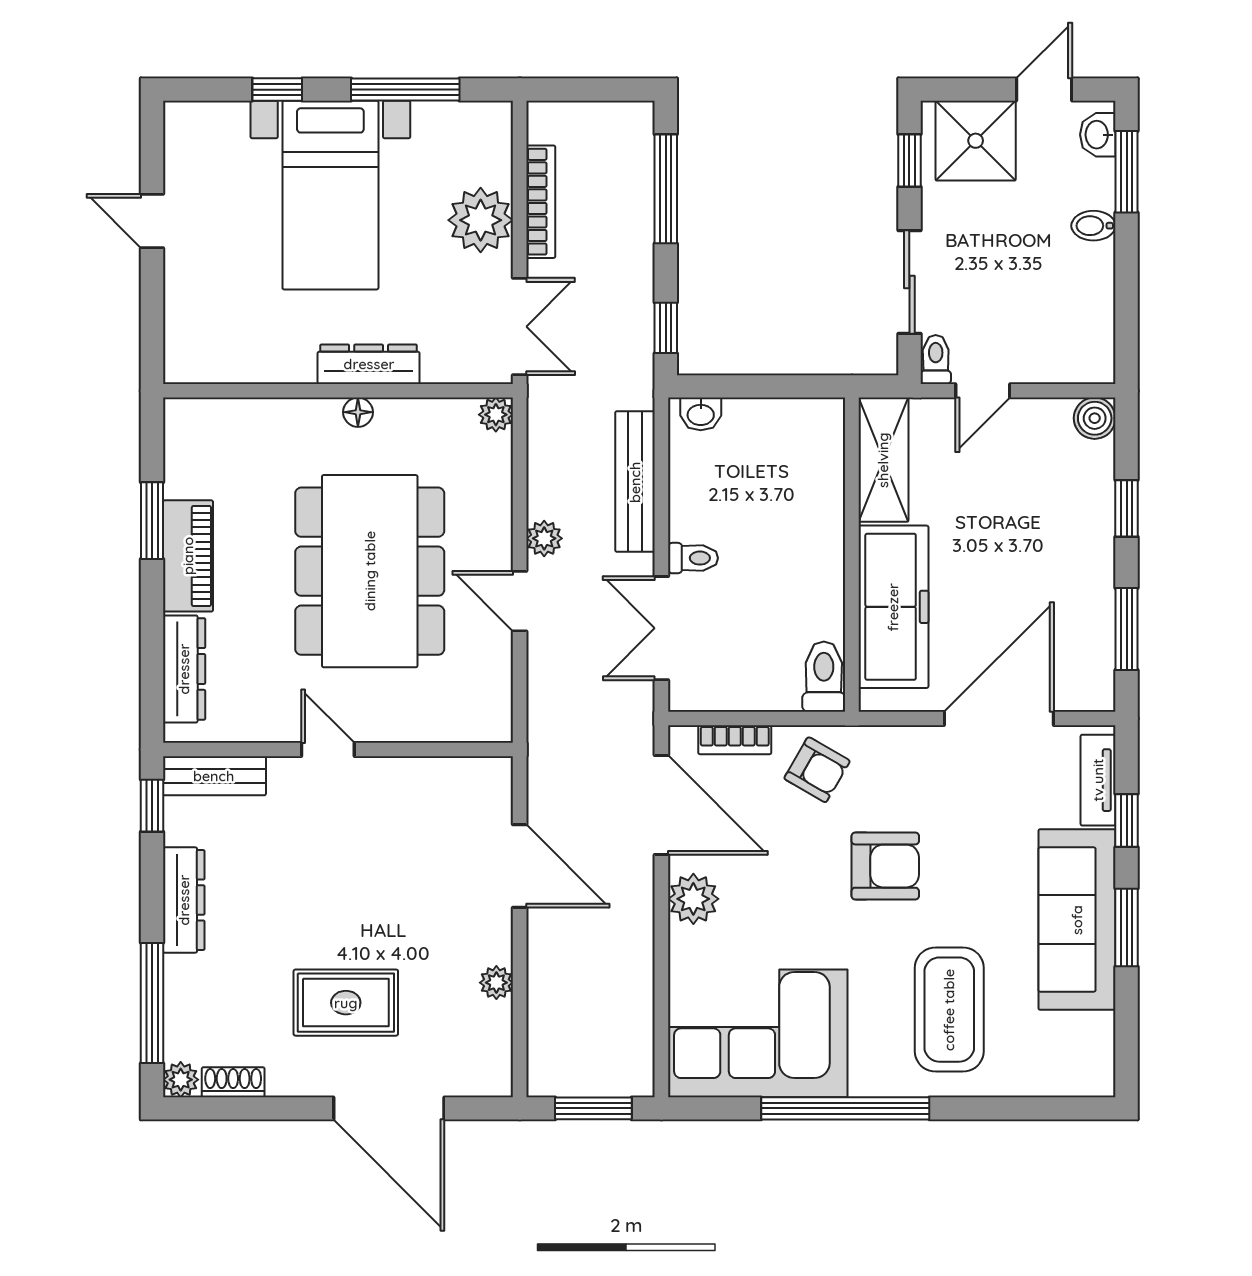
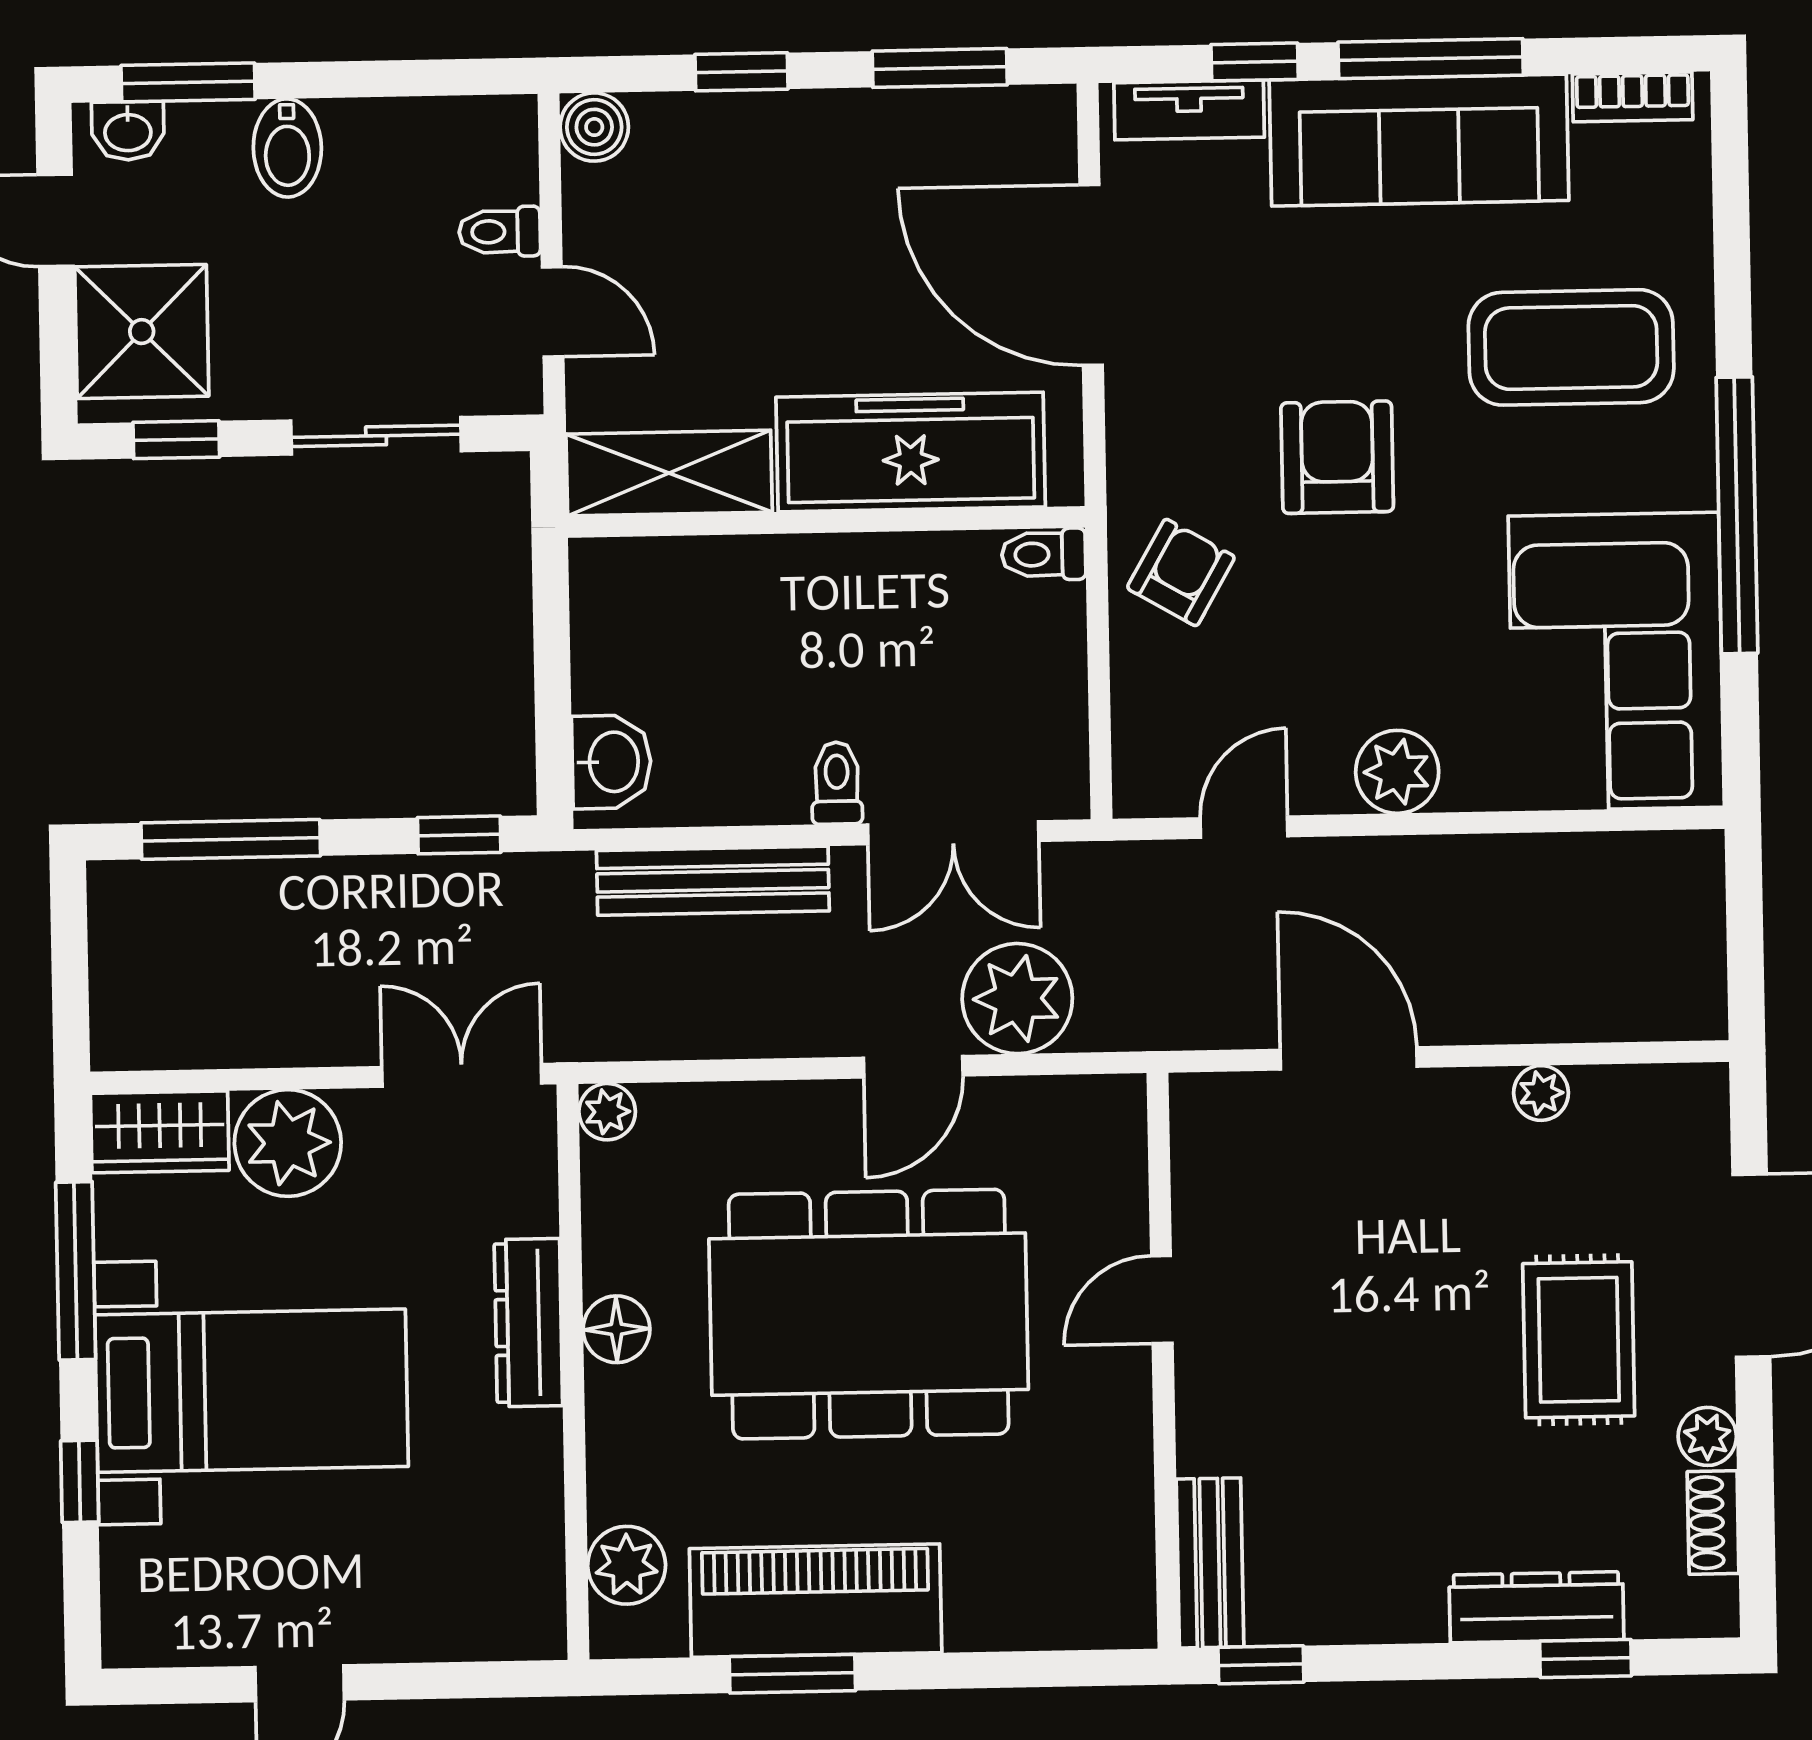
wardrobe: (489, 142) -> (160, 1132), added
bookcase: (541, 202) -> (256, 1045), removed
bidet: (1093, 226) -> (287, 148), width x1.38, depth x1.36
toilet: (936, 359) -> (500, 232), moved
floor lamp: (358, 412) -> (616, 1329), width x1.37, depth x1.37
washbasin: (701, 414) -> (611, 762), width x1.38, depth x1.45
plant: (220, 421) -> (627, 1565), added
plant: (544, 538) -> (1017, 999), moved, width x1.88, depth x1.88
piano: (188, 556) -> (816, 1601), width x1.37, depth x1.33
dresser: (184, 669) -> (1035, 1616), removed
toilet: (824, 677) -> (1044, 554), width x0.73, depth x0.72
bookcase: (735, 740) -> (1633, 97), moved, turned 90
door: (328, 750) -> (1162, 1300), moved
door: (661, 805) -> (1244, 827), width x0.53
door: (520, 866) -> (1349, 1058), hinge flipped
dresser: (184, 900) -> (1536, 1607), moved
window: (1127, 928) -> (1431, 59), width x1.44
window: (152, 1003) -> (1586, 1659), width x0.46
plant: (181, 1080) -> (1707, 1436), moved
window: (593, 1108) -> (1745, 930), removed

